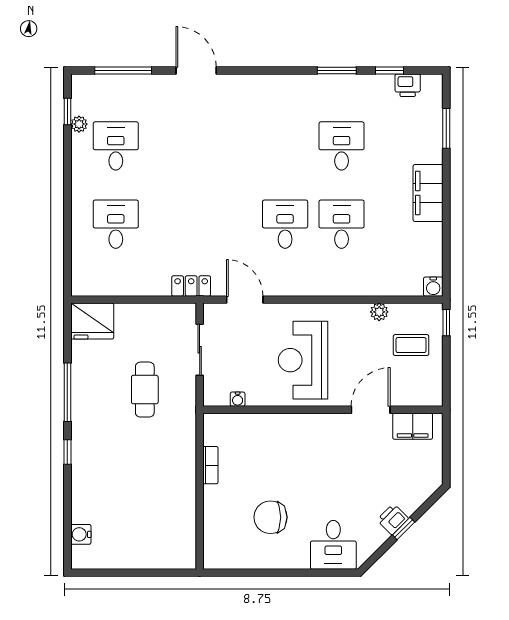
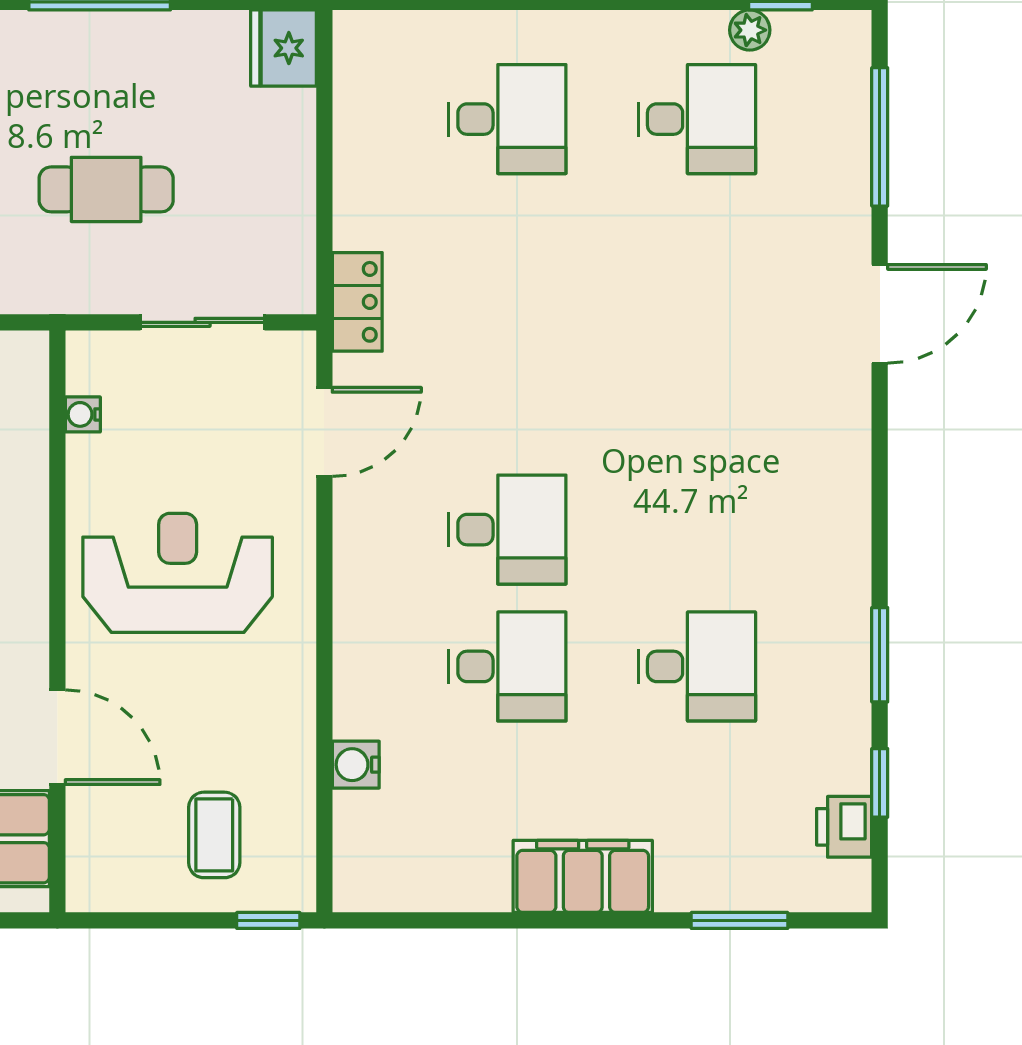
water cooler: (433, 287) -> (356, 765), moved
plant: (379, 312) -> (295, 758), removed
fridge: (92, 321) -> (284, 48), width x0.73, depth x0.75

